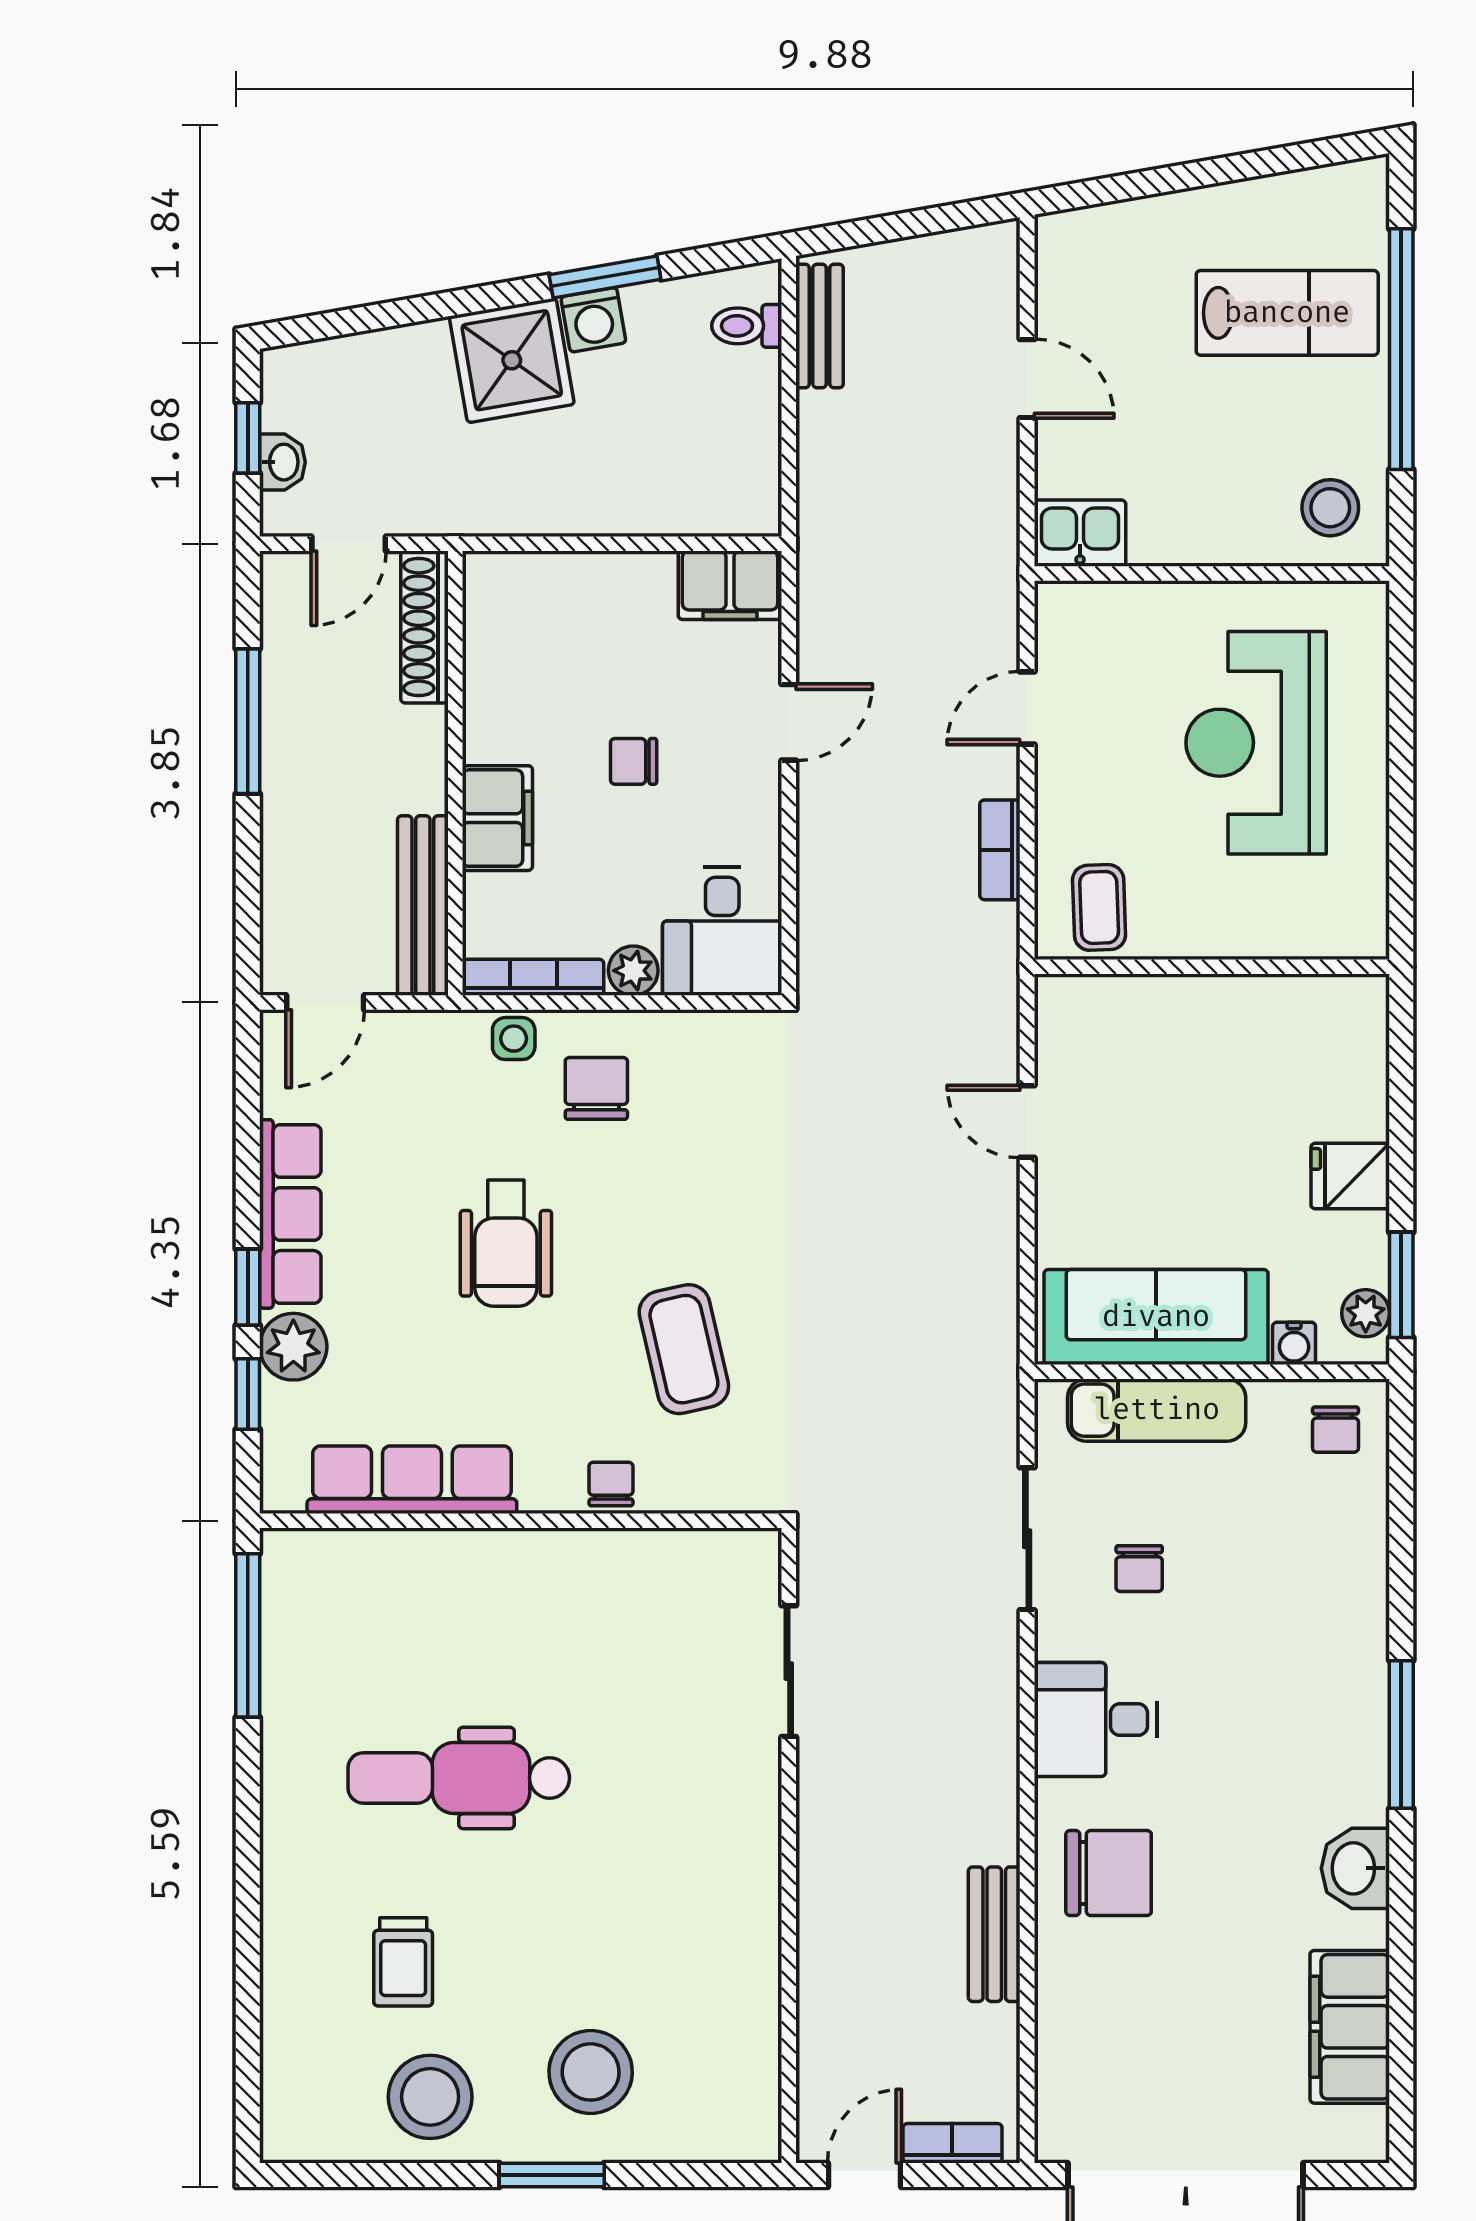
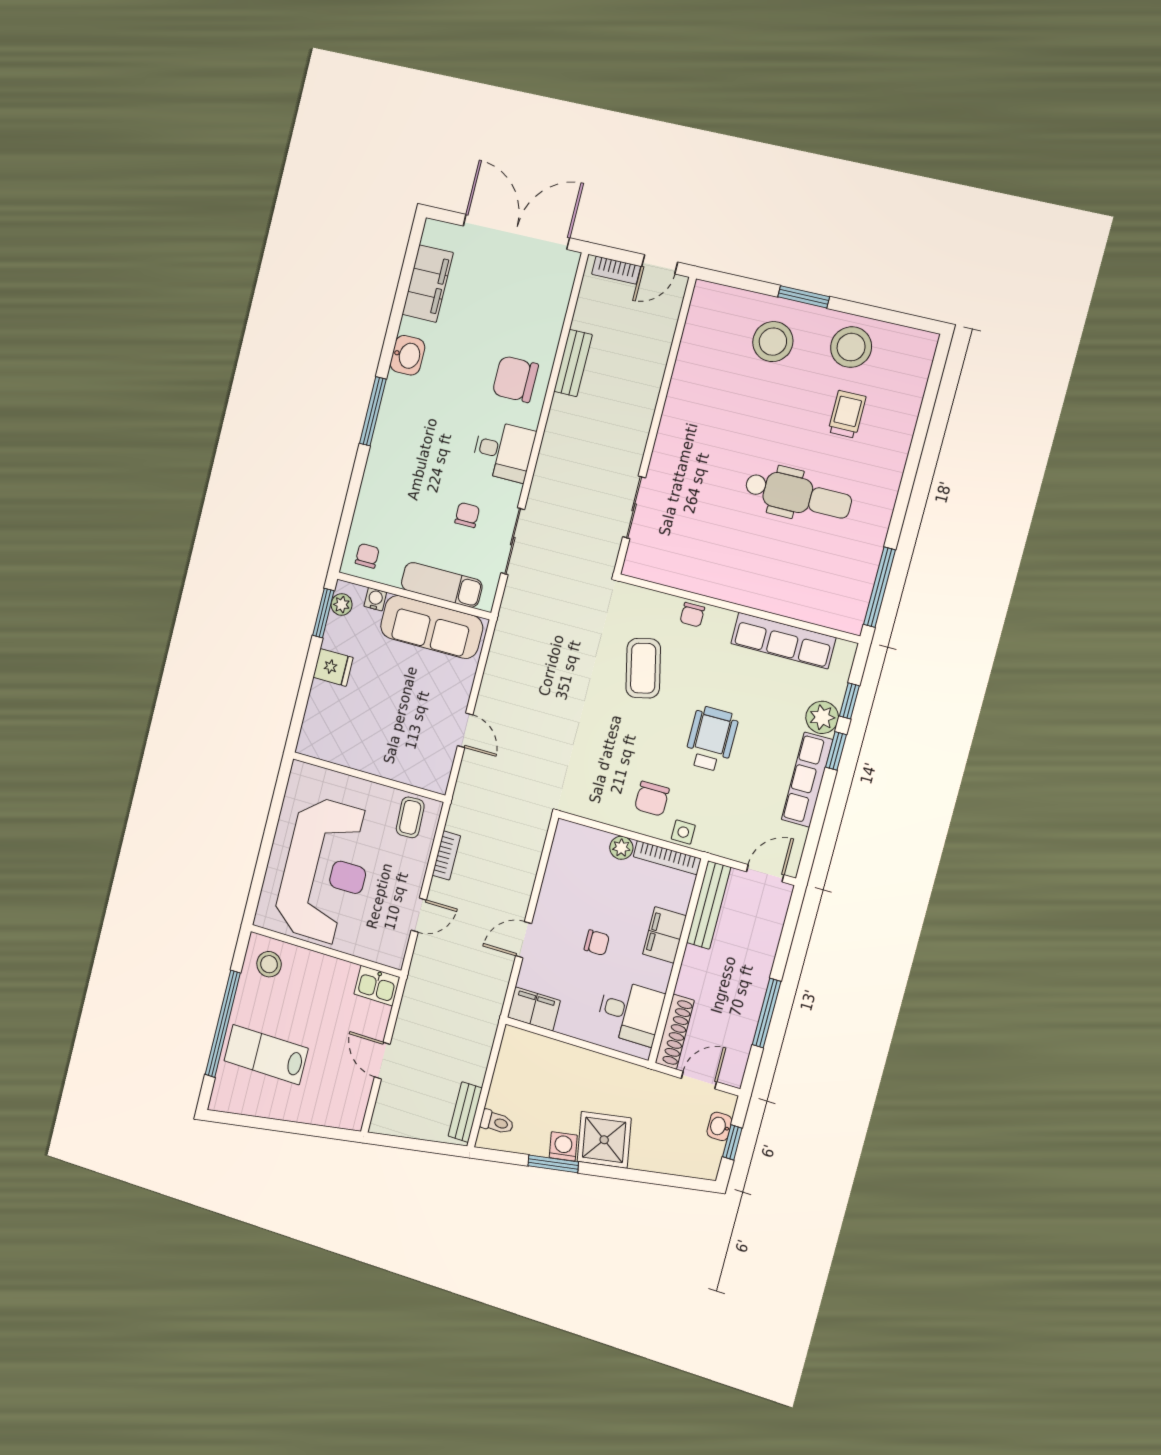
reception desk: (1256, 743) -> (325, 871), width x1.36, depth x1.30
desk: (722, 931) -> (630, 1012), moved, turned 90

